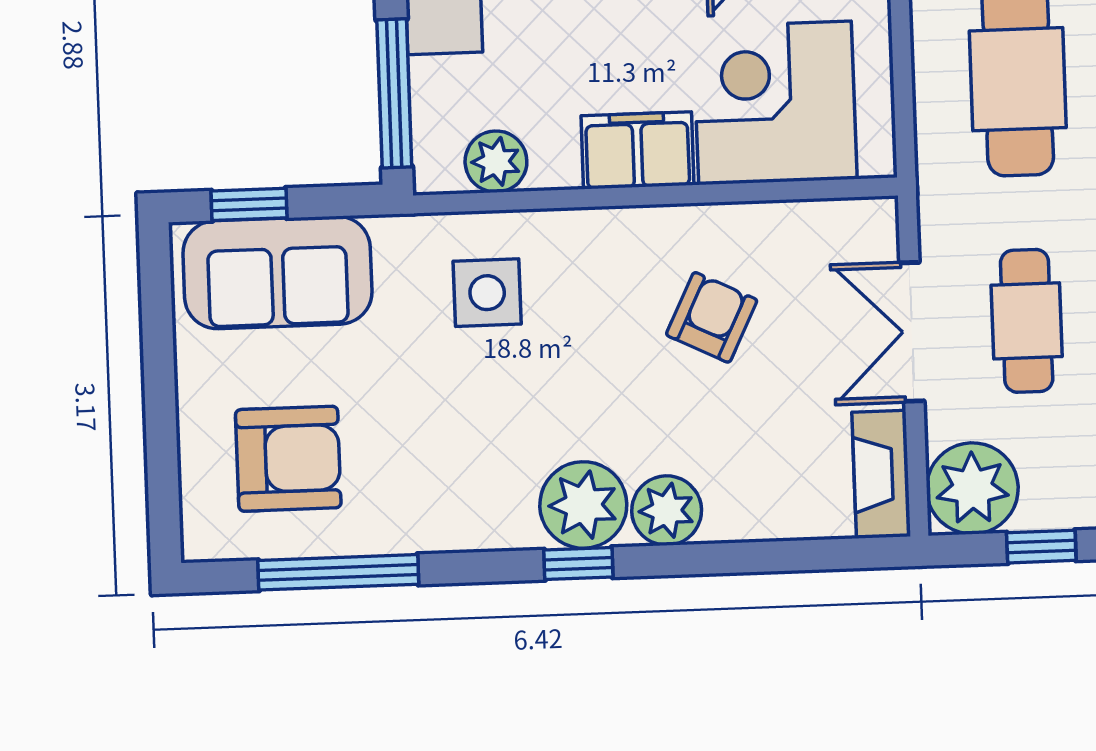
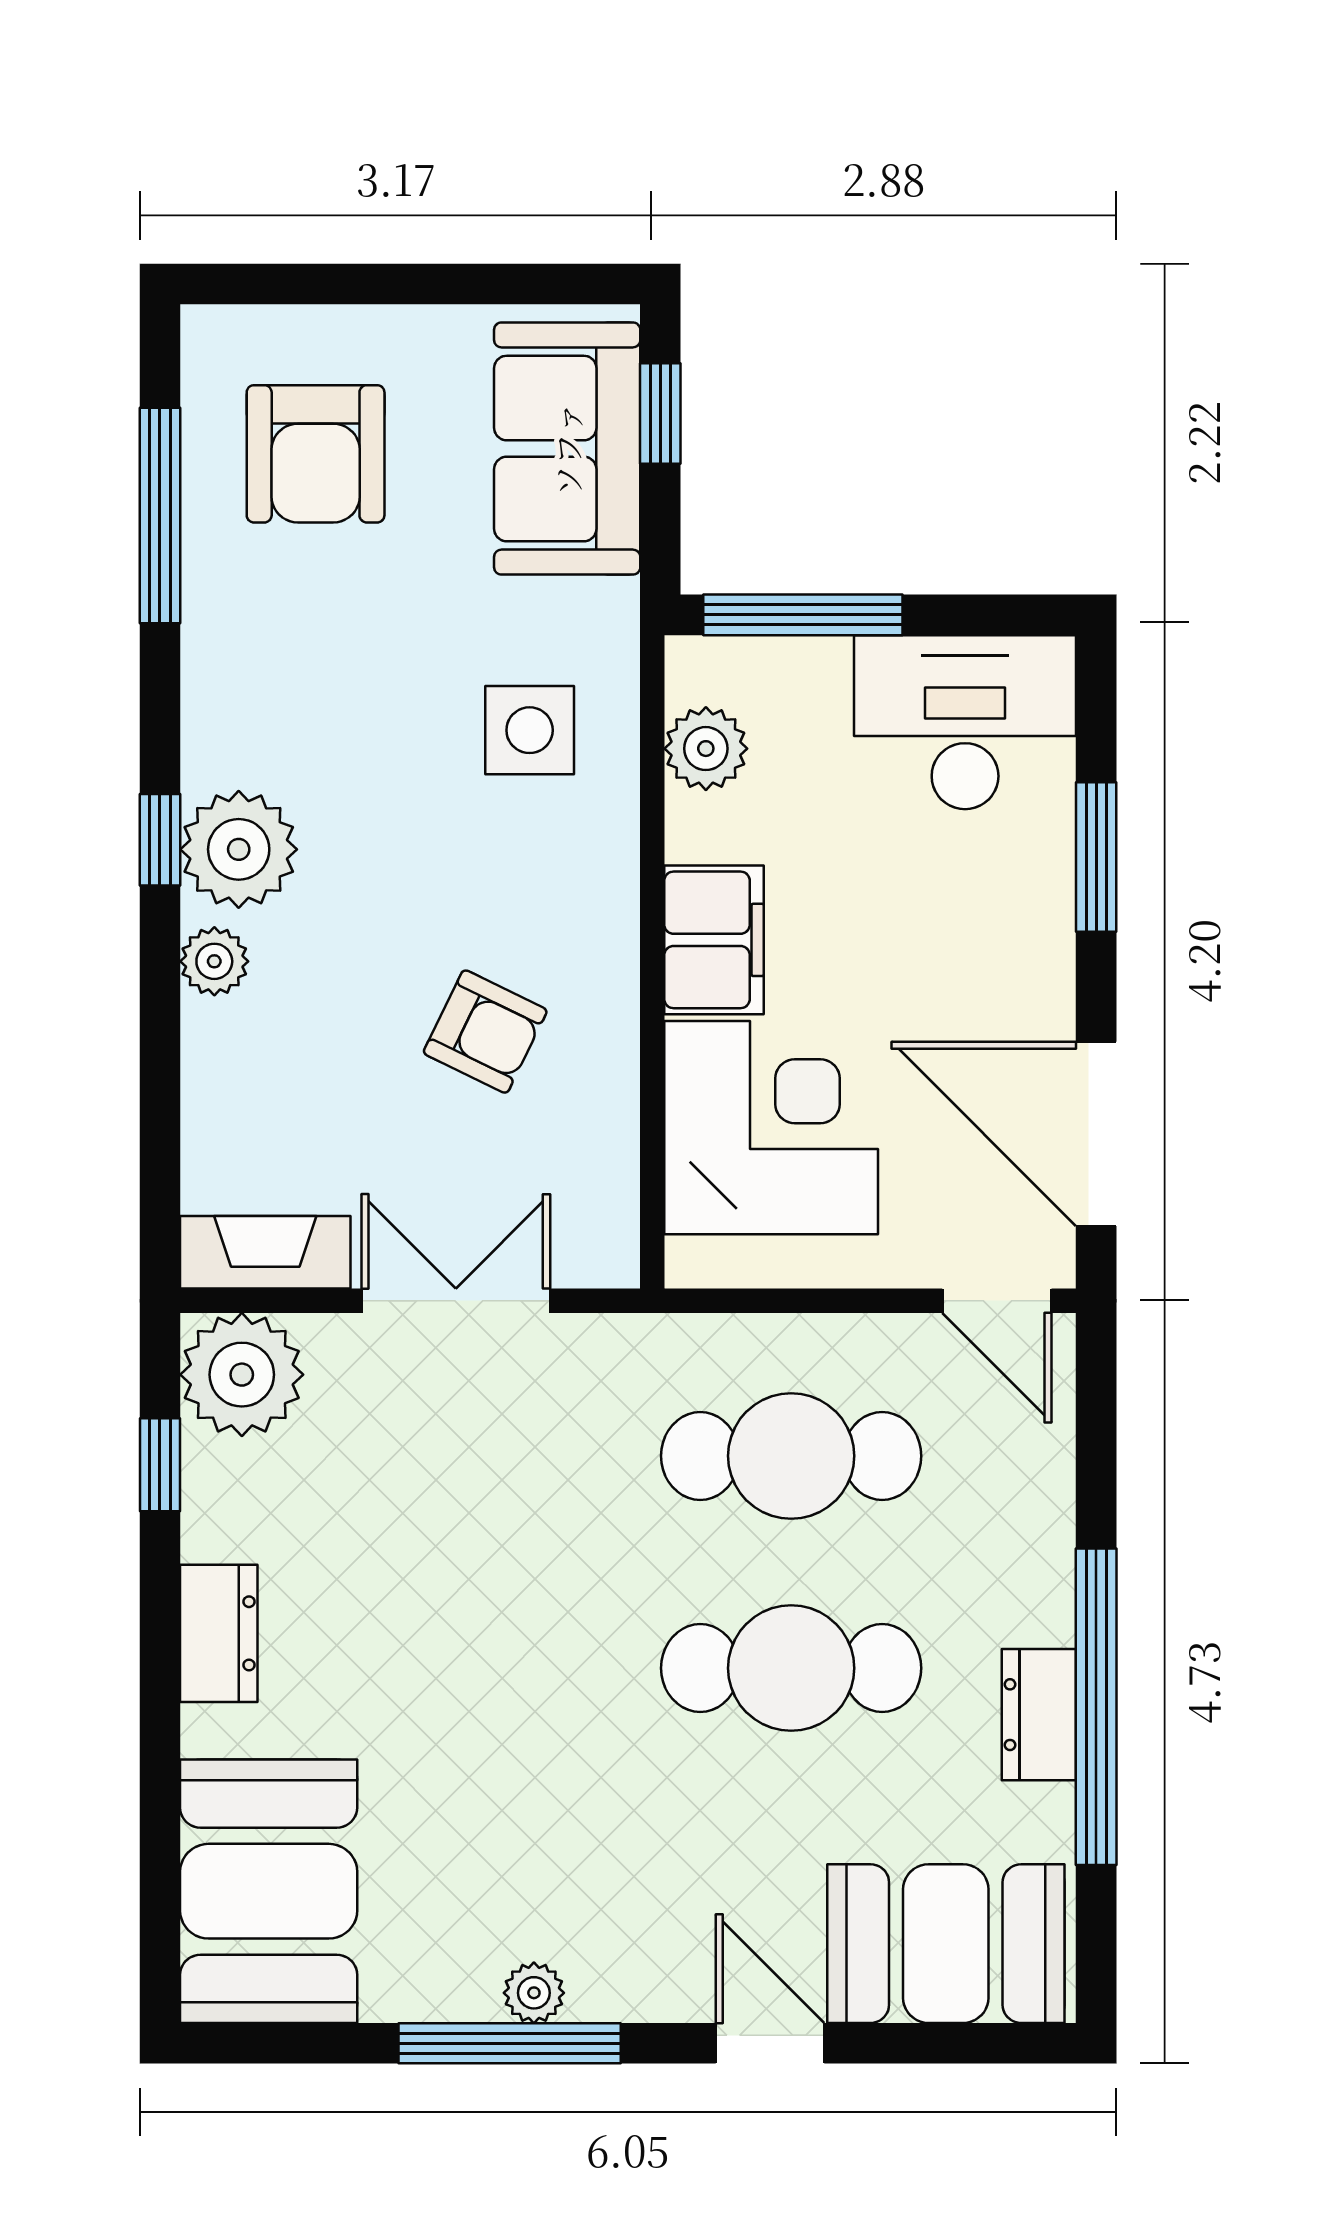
cafe table: (1027, 321) -> (465, 1456), removed
plant: (667, 510) -> (214, 961), width x0.73, depth x0.73

